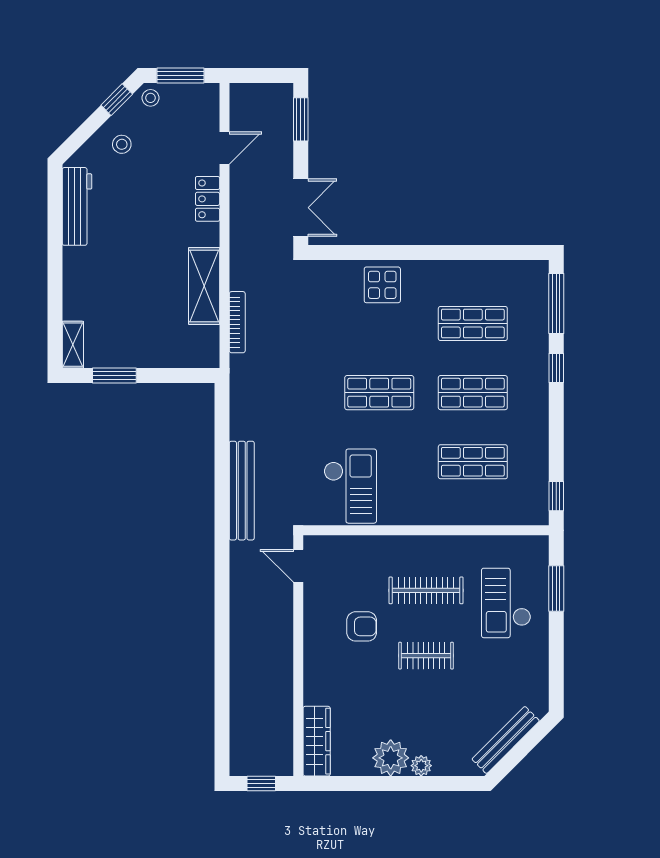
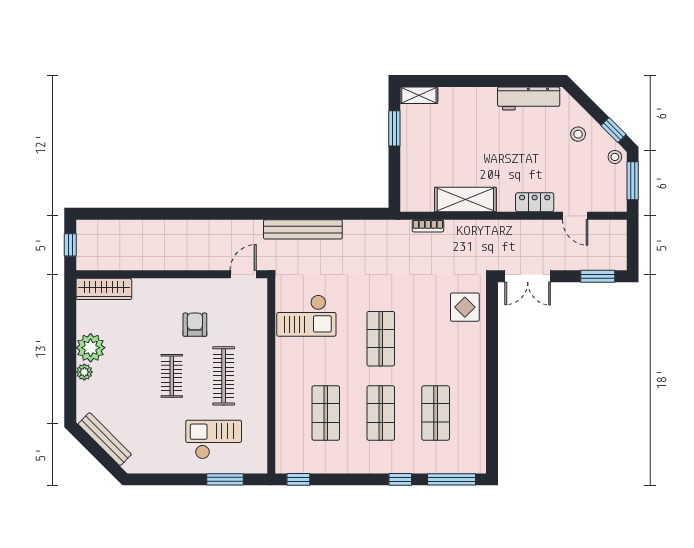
display table: (382, 285) -> (465, 307), moved
bookcase: (237, 322) -> (428, 226), width x0.64
armchair: (362, 626) -> (195, 325), turned 180

